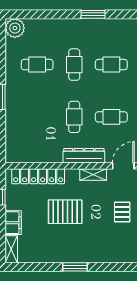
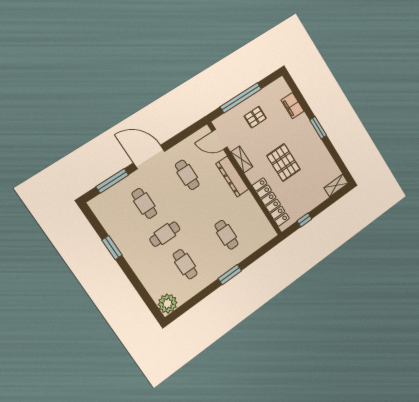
cafe table: (74, 117) -> (227, 235), moved, turned 90
filing cabinet: (13, 223) -> (293, 106), moved, turned -90

